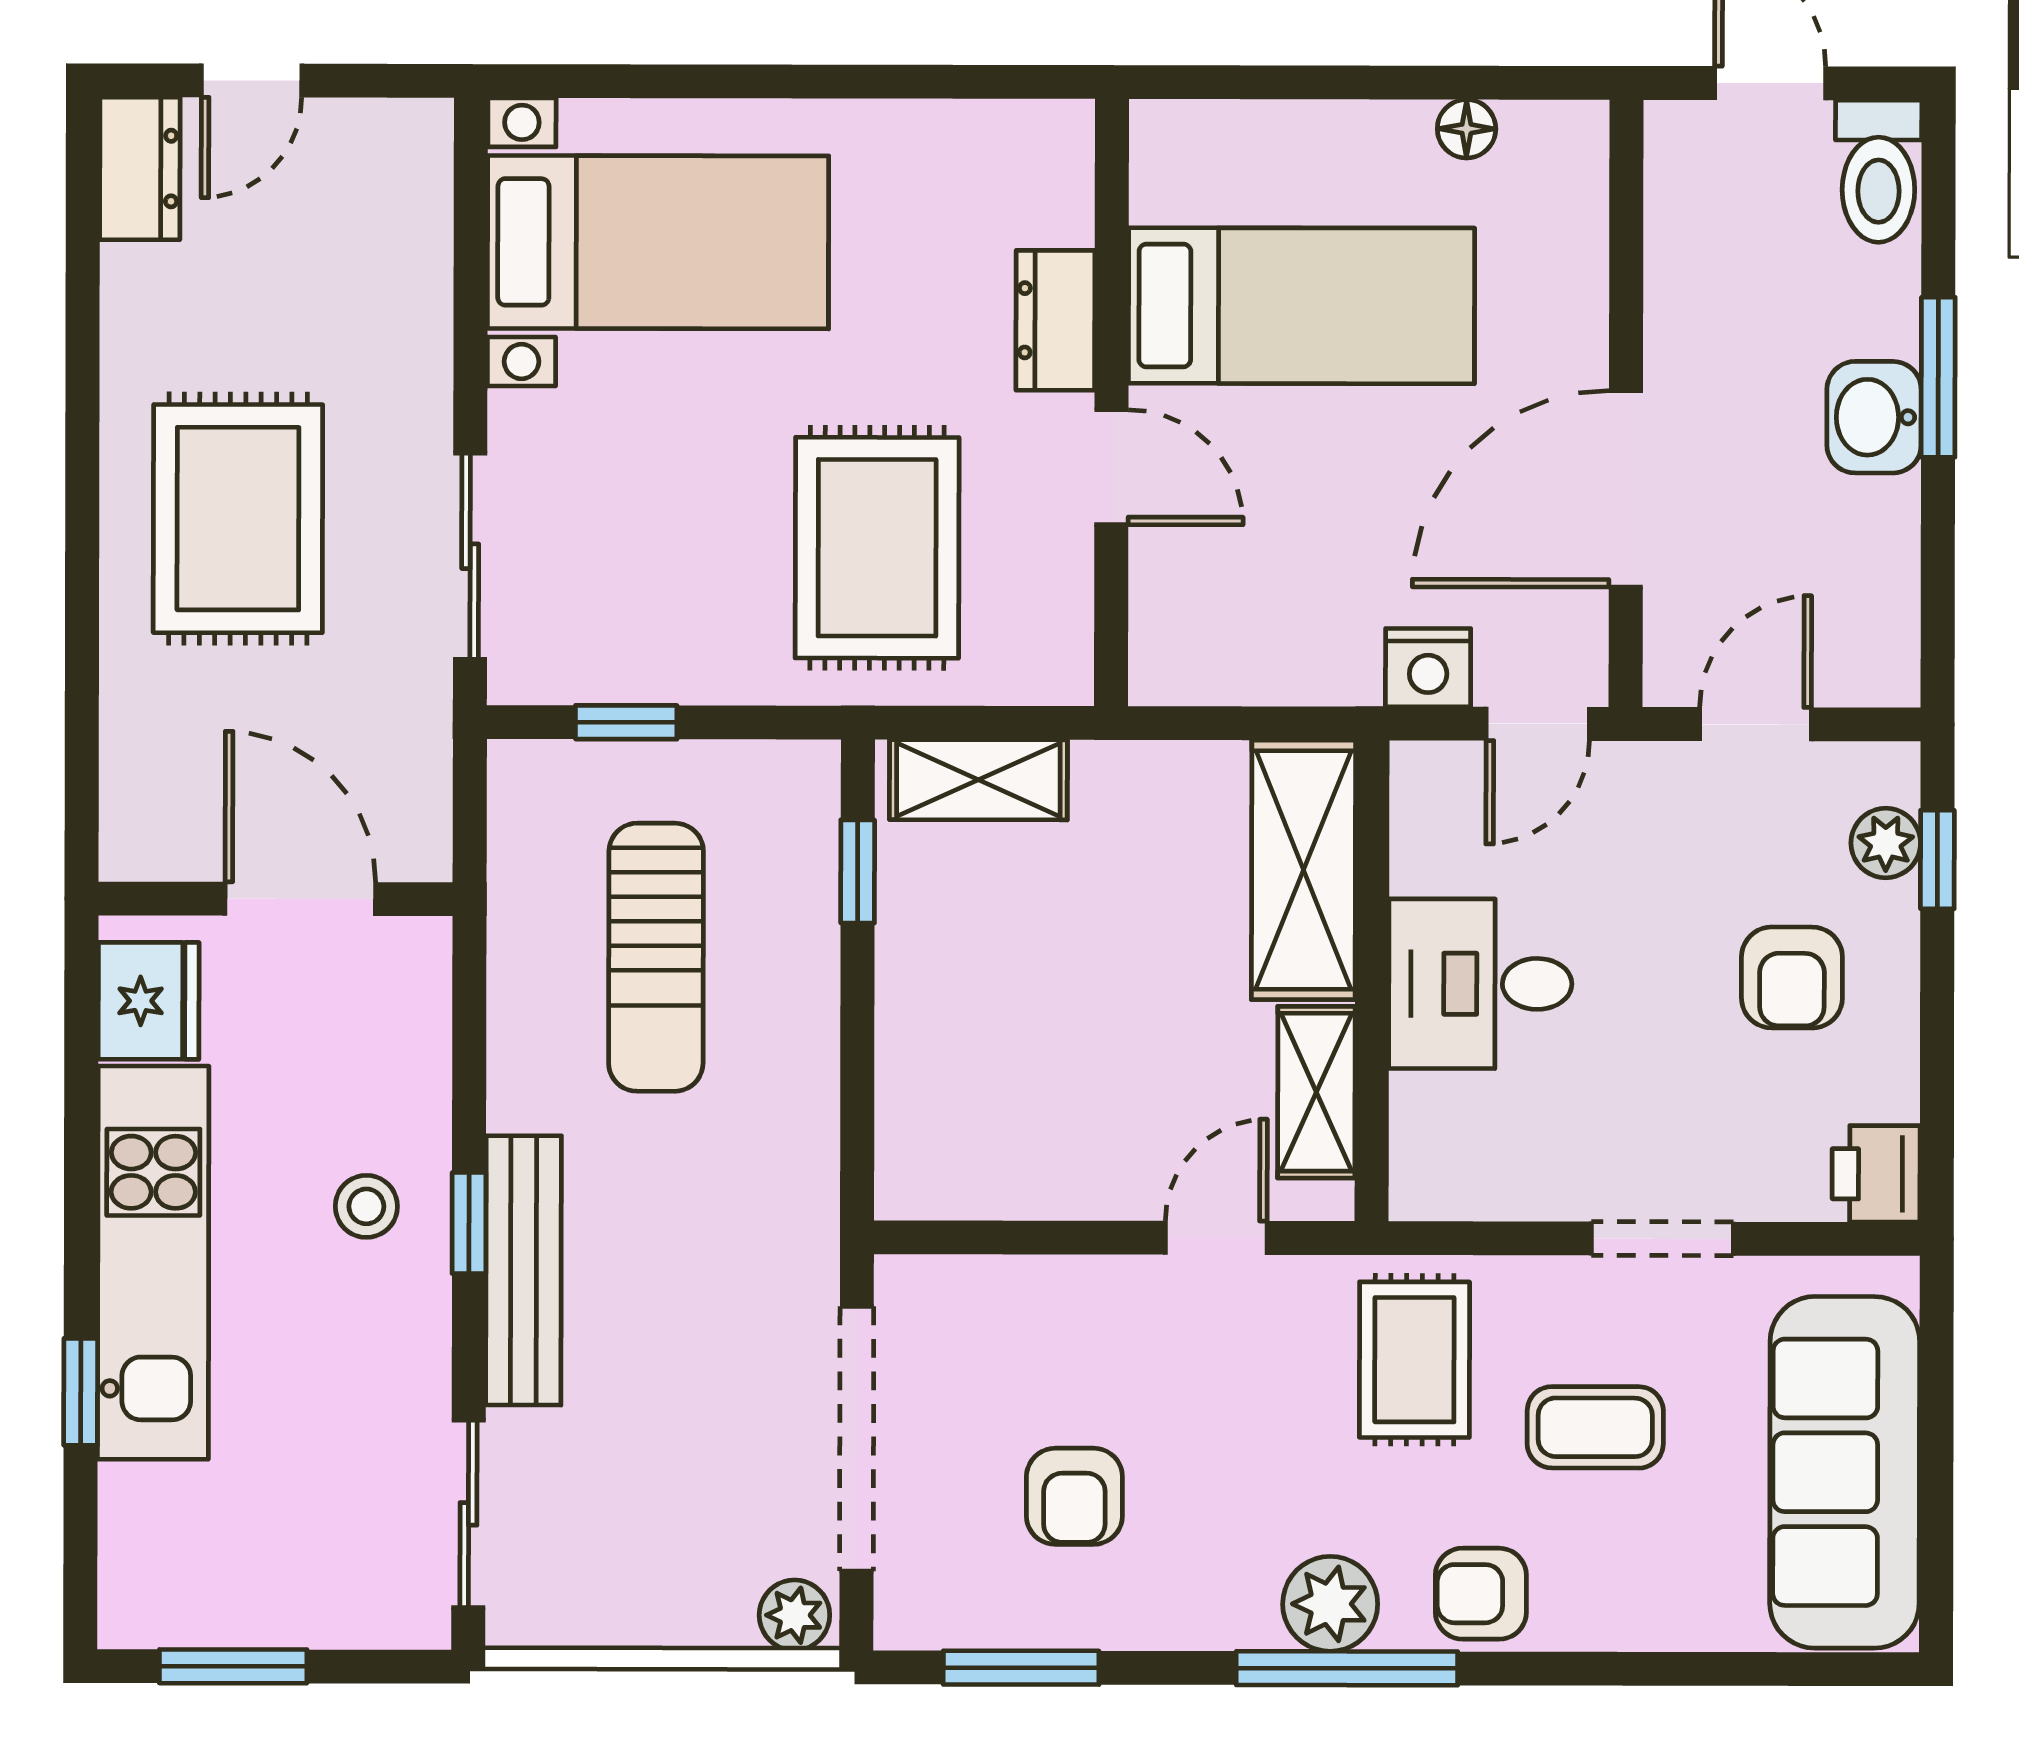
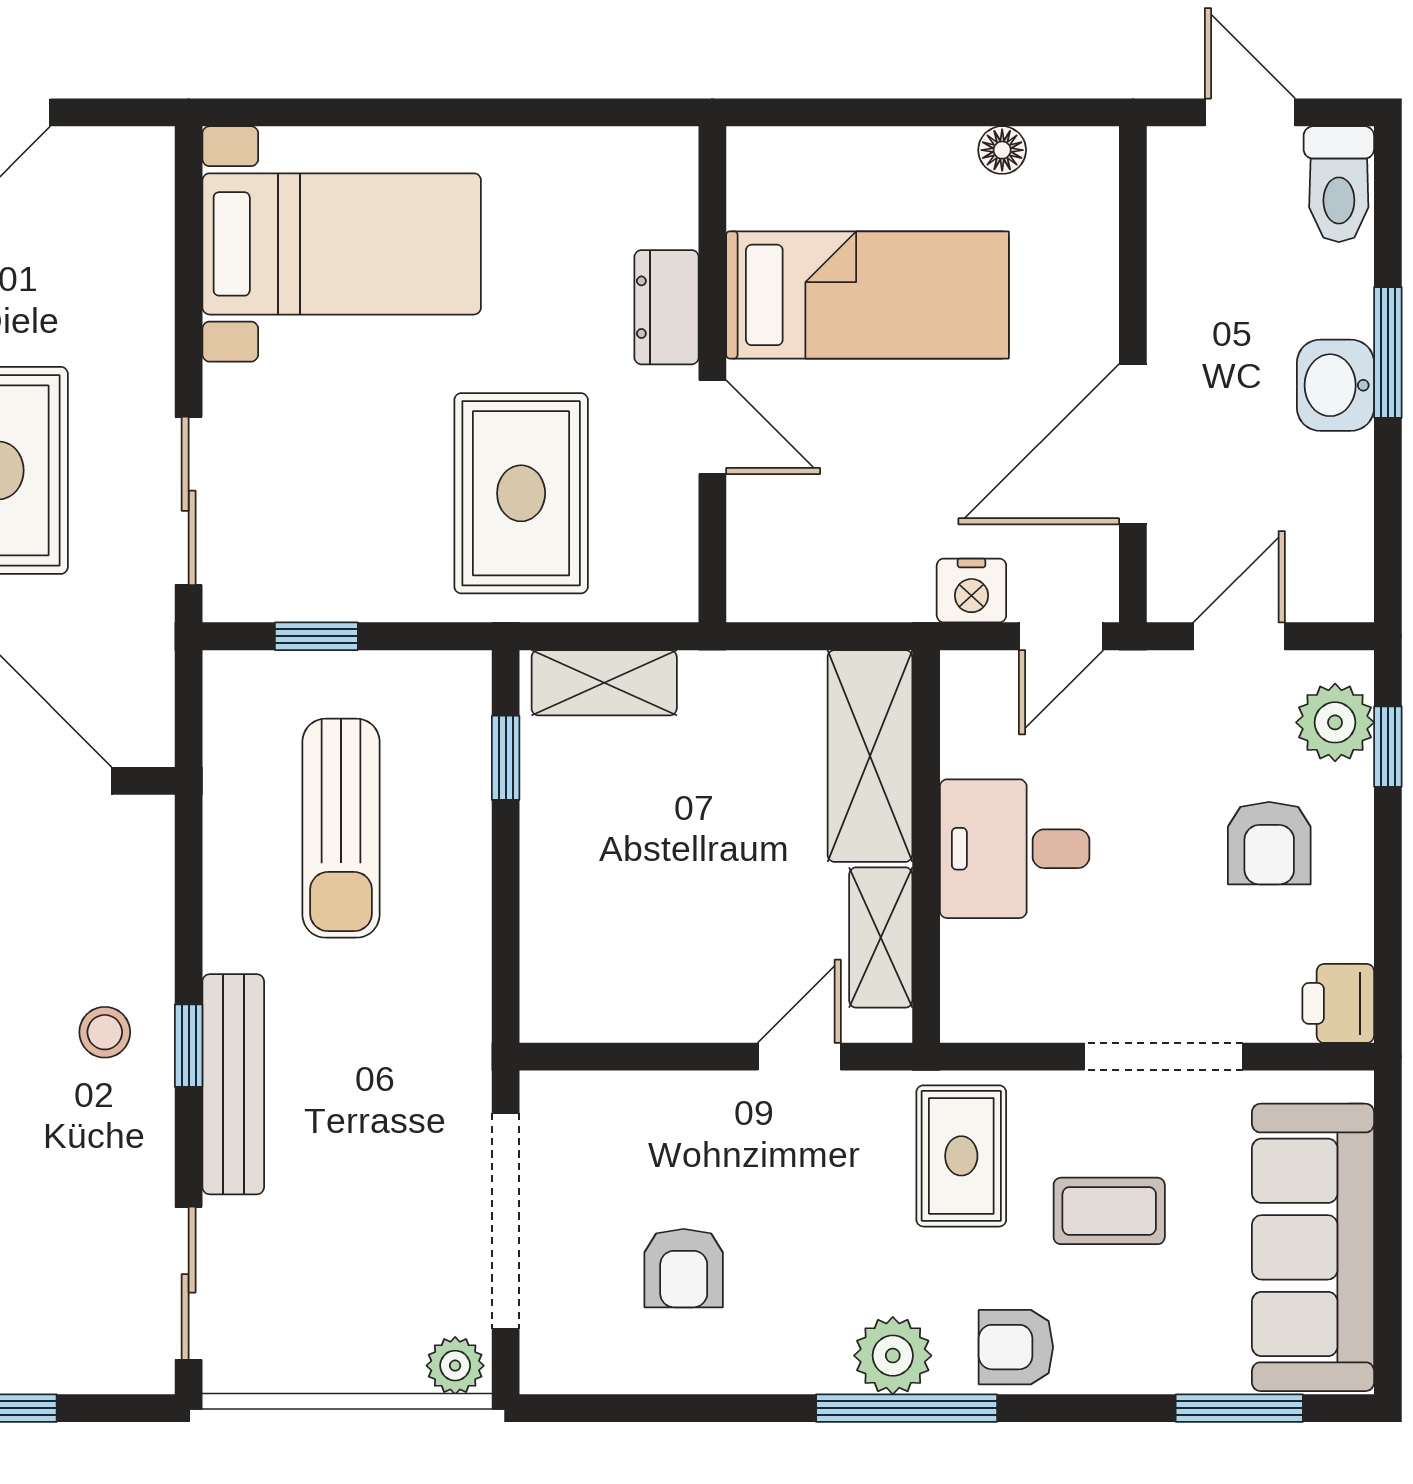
plant: (1886, 843) -> (1335, 722), width x1.38, depth x1.38
doorway: (1662, 1239) -> (1164, 1057), width x1.38
window: (1021, 1668) -> (1239, 1408), moved

